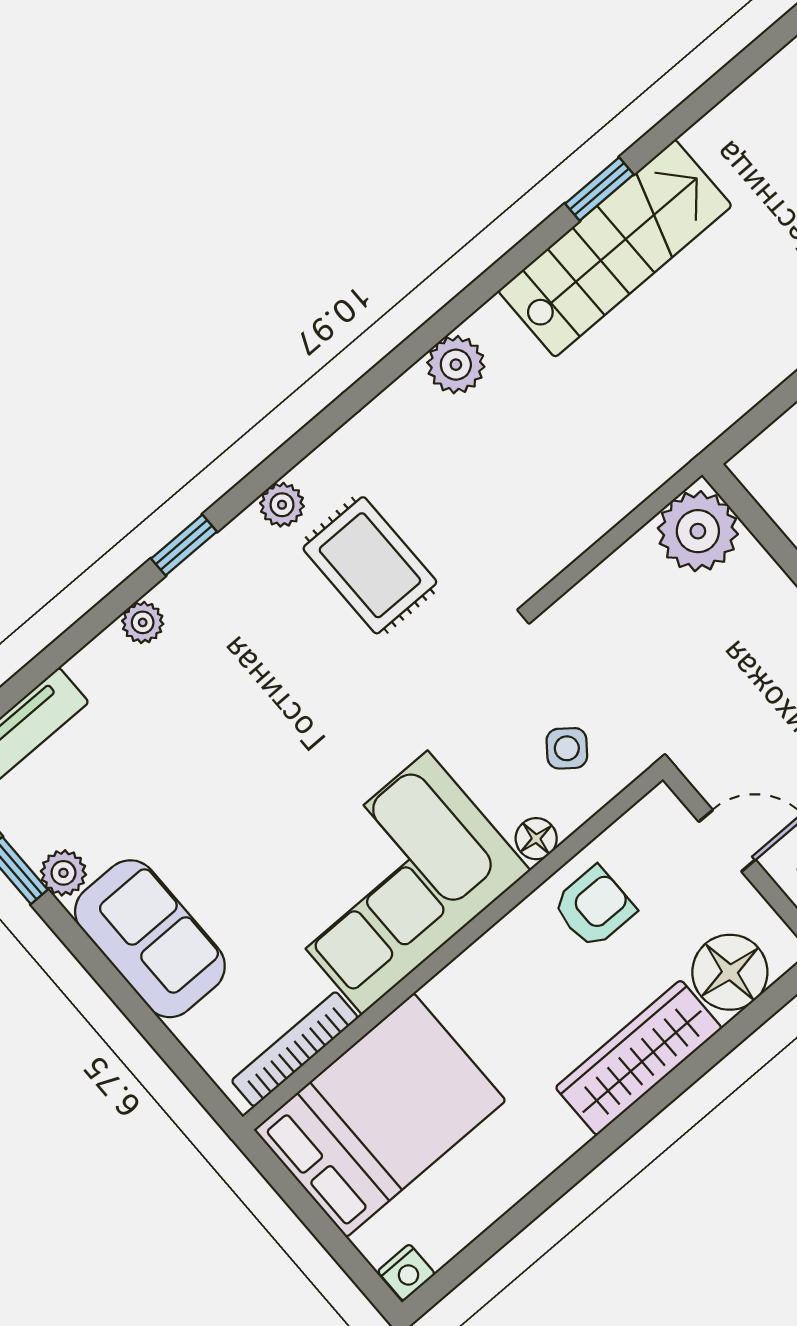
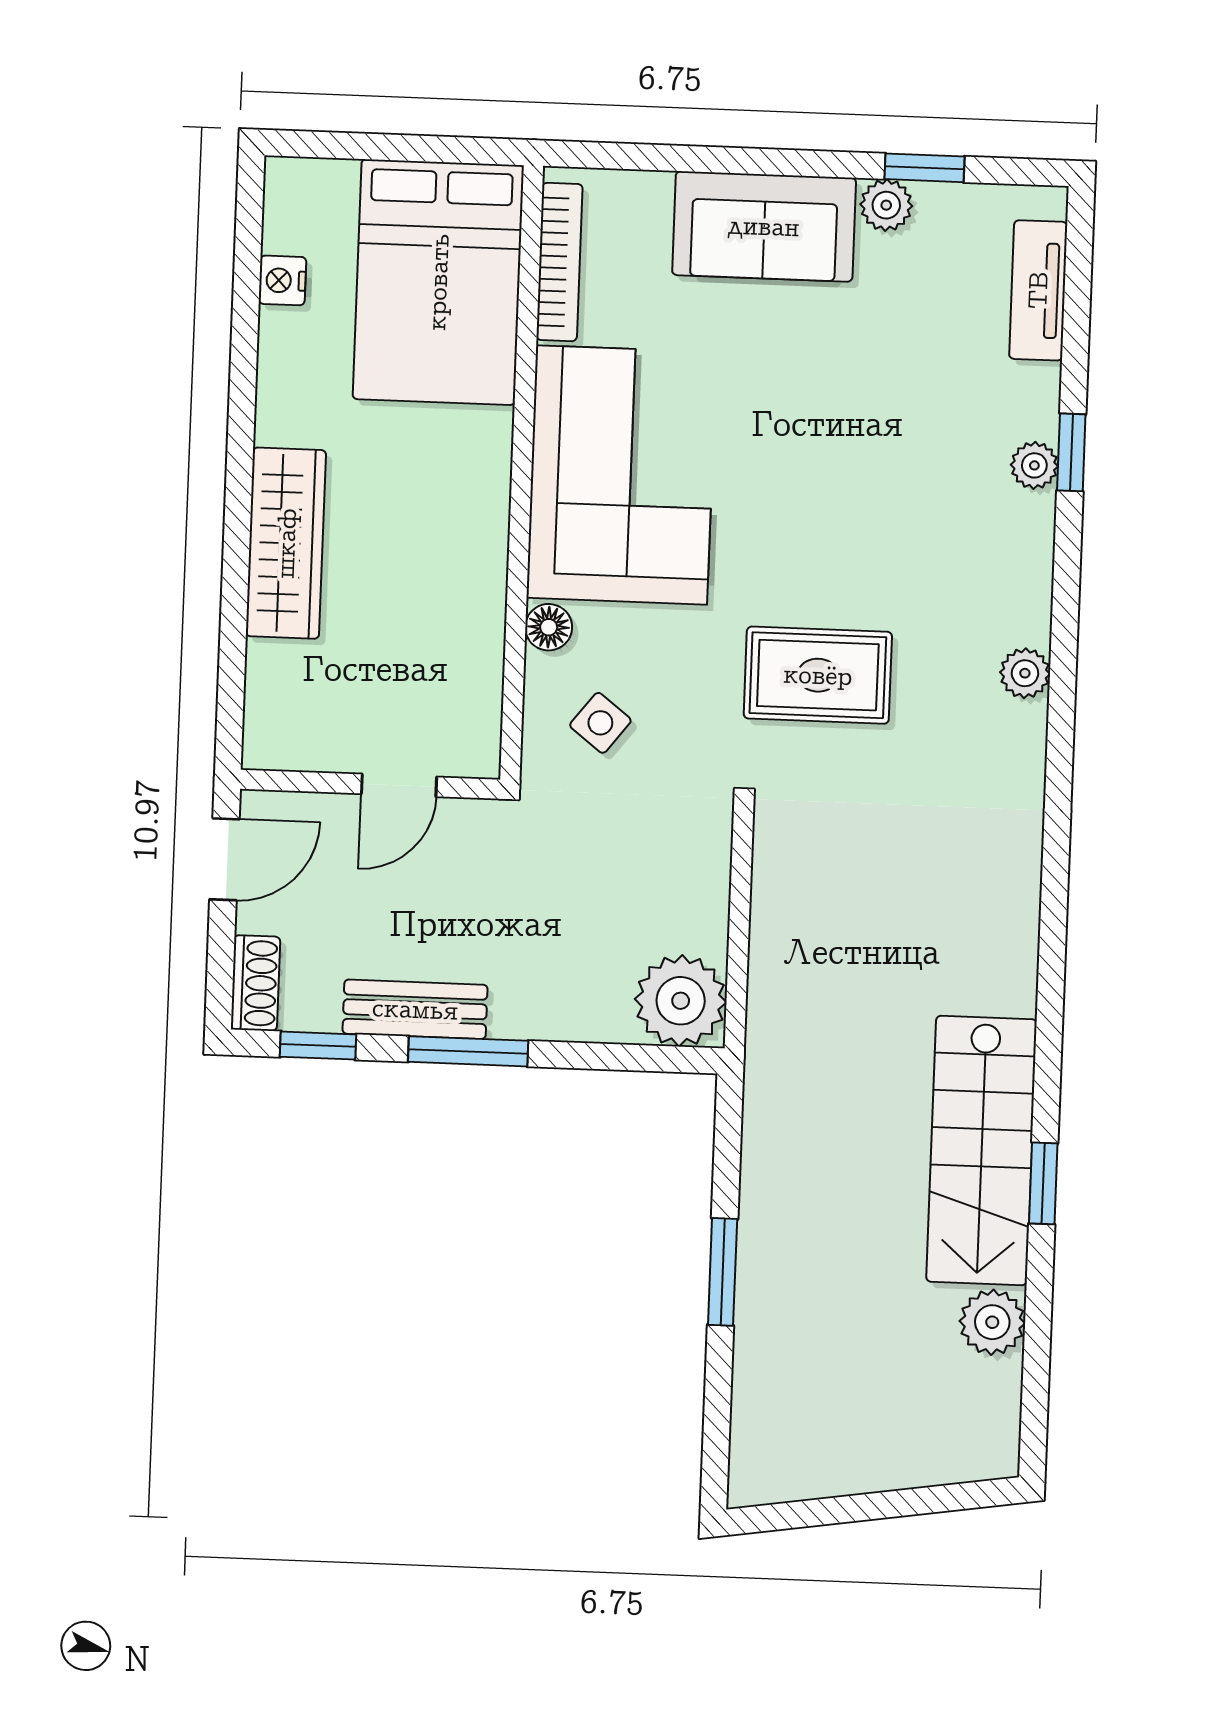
plant: (456, 365) -> (992, 1322), moved
window: (184, 545) -> (1071, 452), moved
rug: (370, 565) -> (818, 675), moved
armchair: (594, 907) -> (446, 622), removed
floor lamp: (730, 972) -> (287, 686), removed
nightstand: (406, 1273) -> (282, 280), moved

